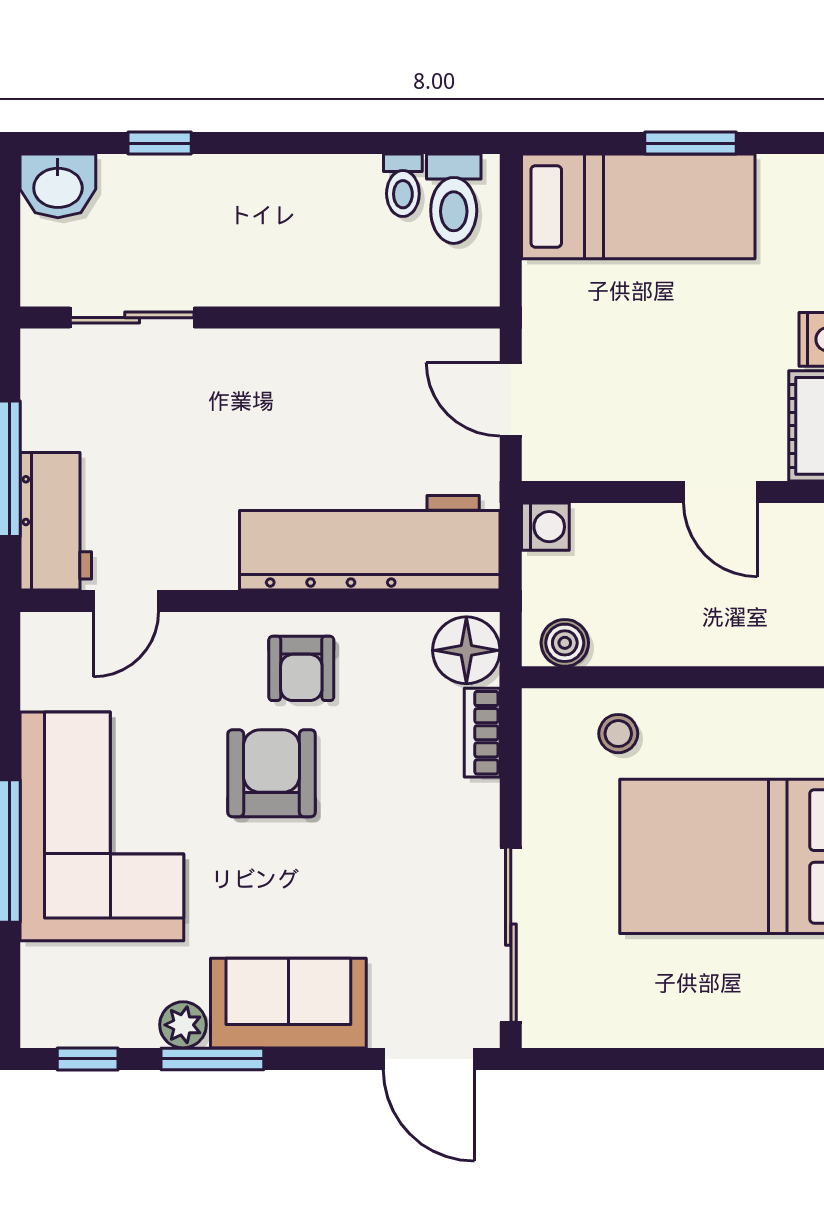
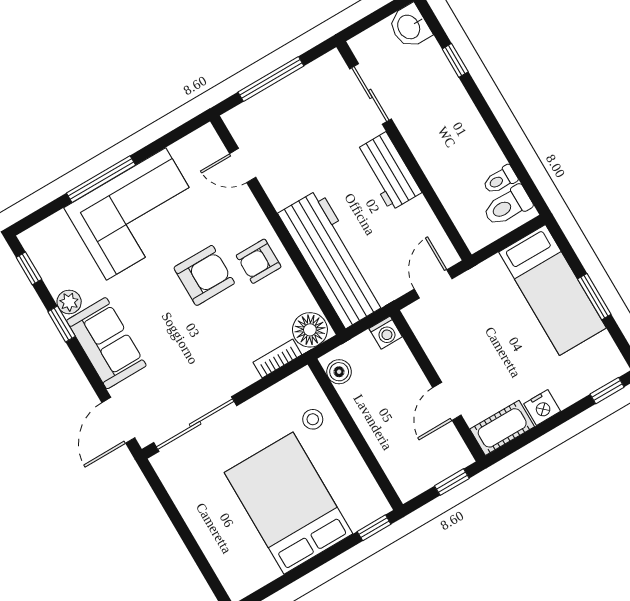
workbench: (56, 521) -> (388, 171), moved, turned 90
window: (212, 1059) -> (62, 324), width x0.67

